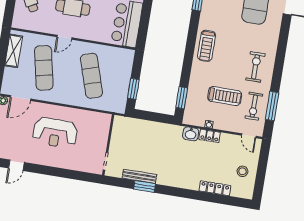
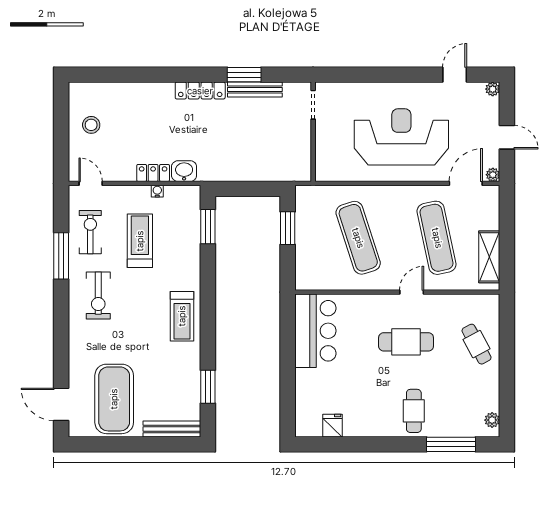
treadmill: (207, 46) -> (182, 316), turned 180
treadmill: (225, 96) -> (140, 241), turned 90
window: (272, 106) -> (61, 256), moved
reception desk: (55, 133) -> (401, 137), width x1.36, depth x1.30
locker: (215, 188) -> (200, 91), moved

